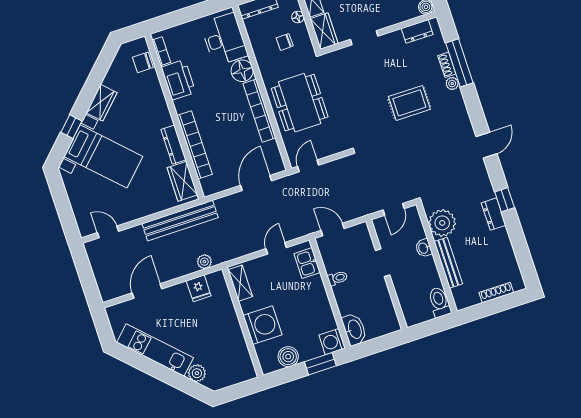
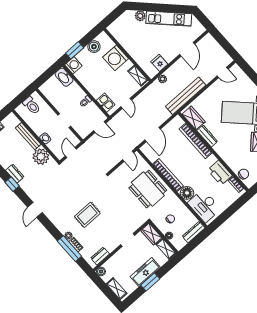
toilet: (439, 302) -> (32, 105), moved

